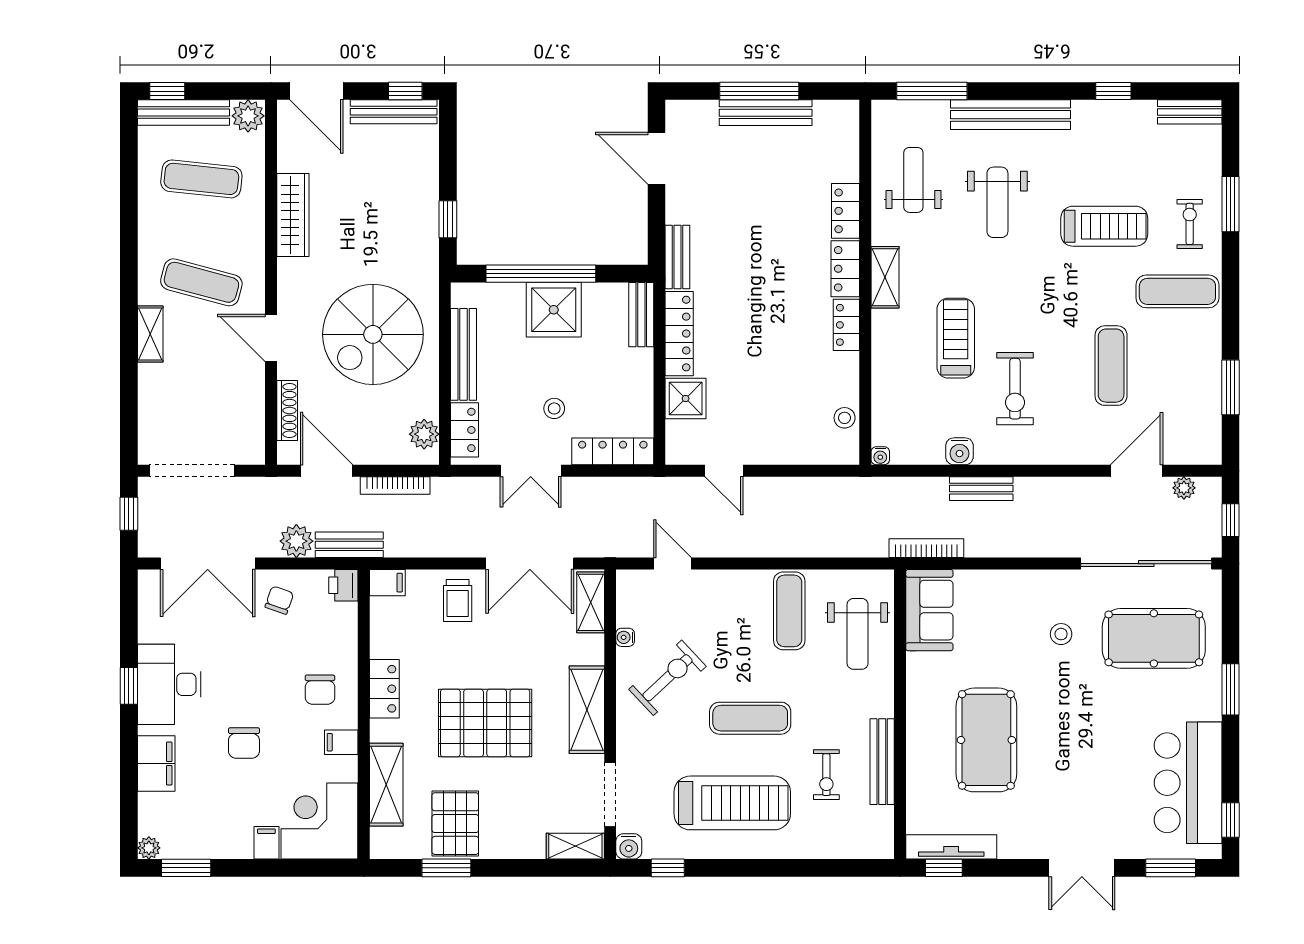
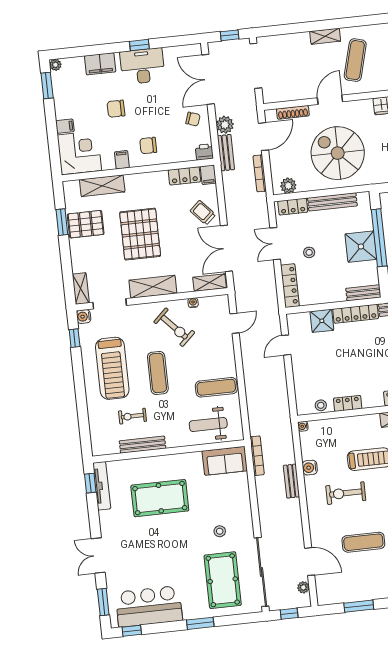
locker: (846, 325) -> (348, 403), moved
trolley: (458, 601) -> (203, 213), turned 48
locker: (384, 689) -> (184, 176), moved

